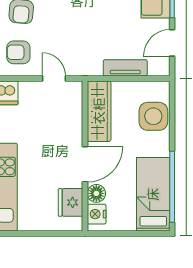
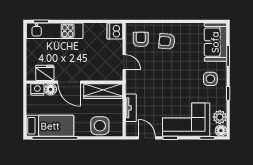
door: (54, 79) -> (124, 62), hinge flipped

